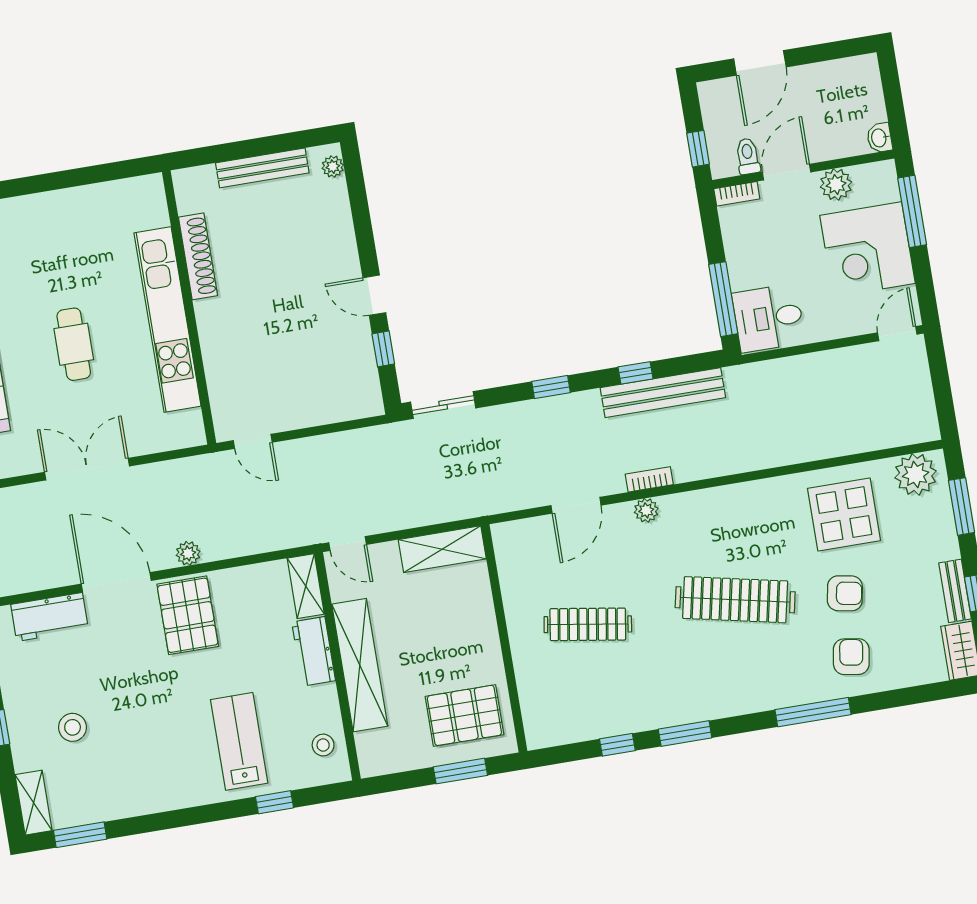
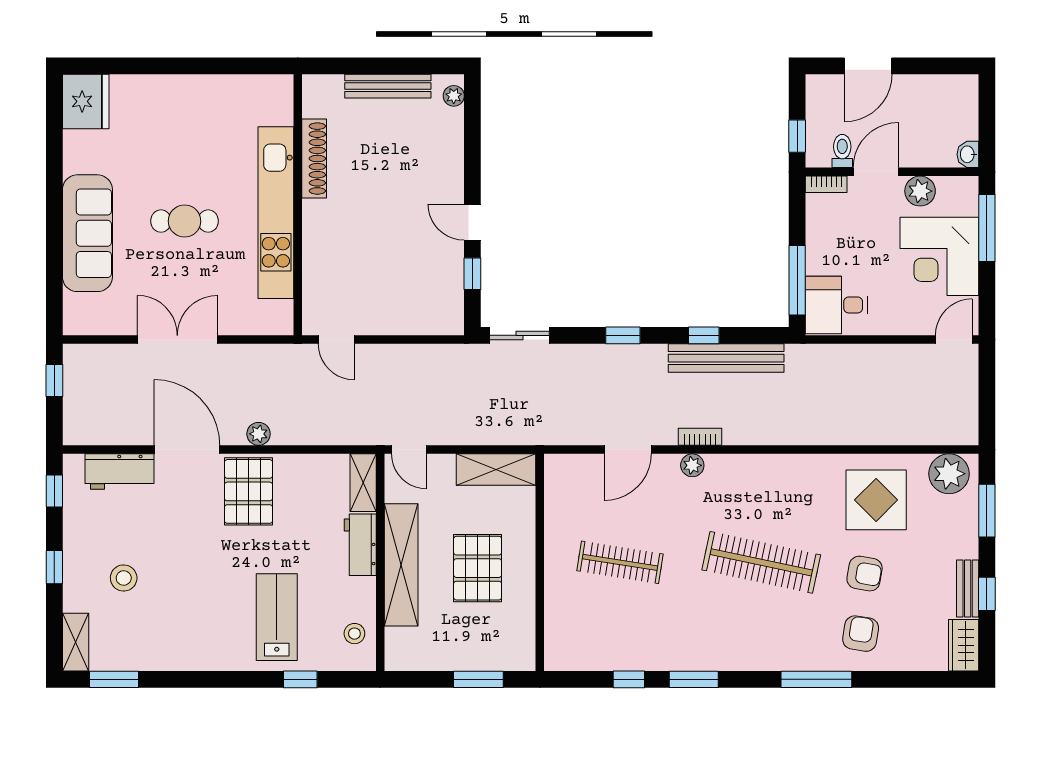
cafe table: (74, 344) -> (185, 221), turned 90
pallet: (464, 715) -> (478, 568), moved, turned 90

